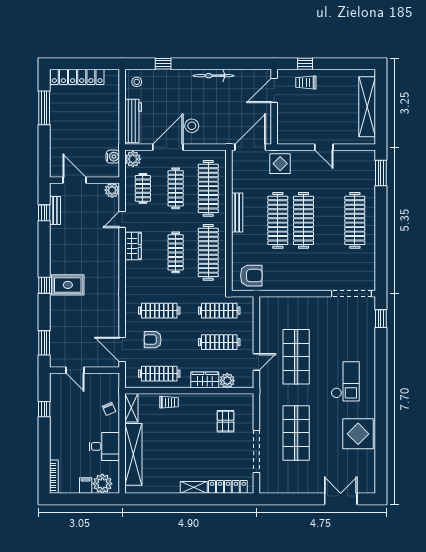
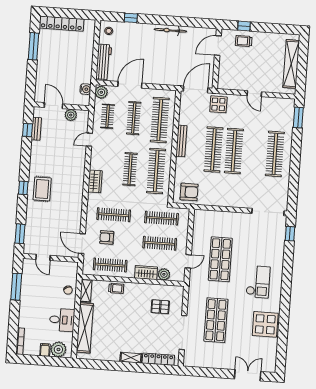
stool: (192, 126) -> (150, 69), removed
plant: (112, 190) -> (71, 115), moved
wardrobe: (133, 246) -> (95, 181), moved
rug: (68, 285) -> (42, 189), turned 90
window: (44, 409) -> (16, 287), width x2.17
pallet: (226, 421) -> (160, 307), turned 90

